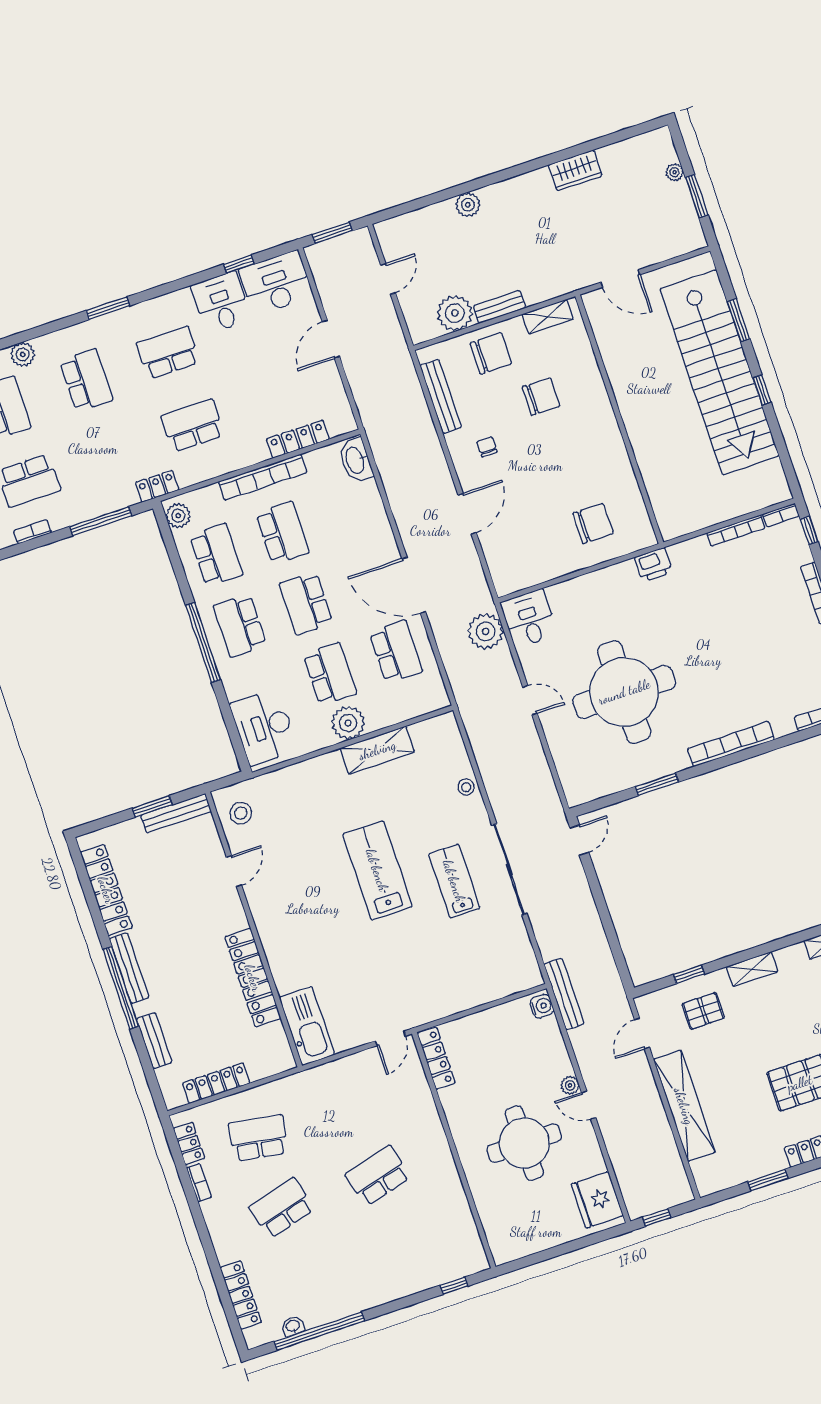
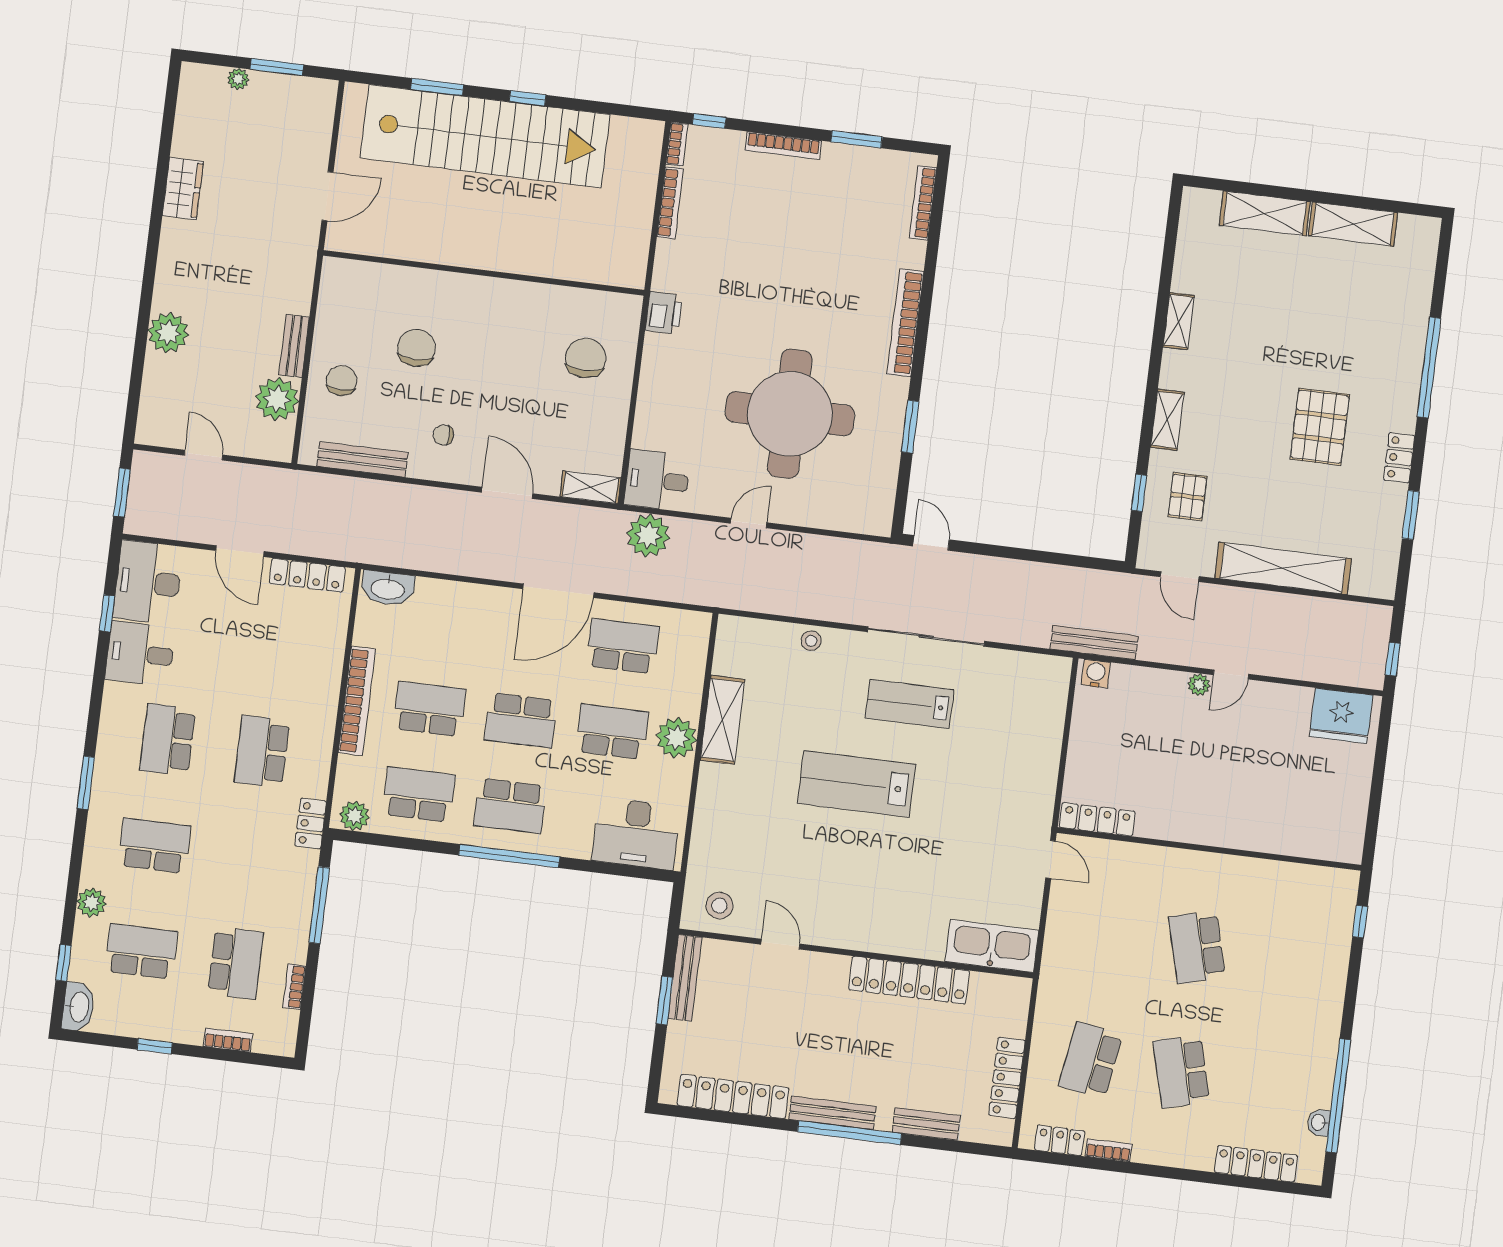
plant: (468, 205) -> (168, 333), width x1.36, depth x1.36
shelving: (548, 317) -> (590, 487), moved, turned 90
chair: (491, 353) -> (341, 381), width x0.73, depth x0.73
locker: (298, 439) -> (307, 575), moved, turned -90
round table: (524, 1143) -> (1239, 767), removed

